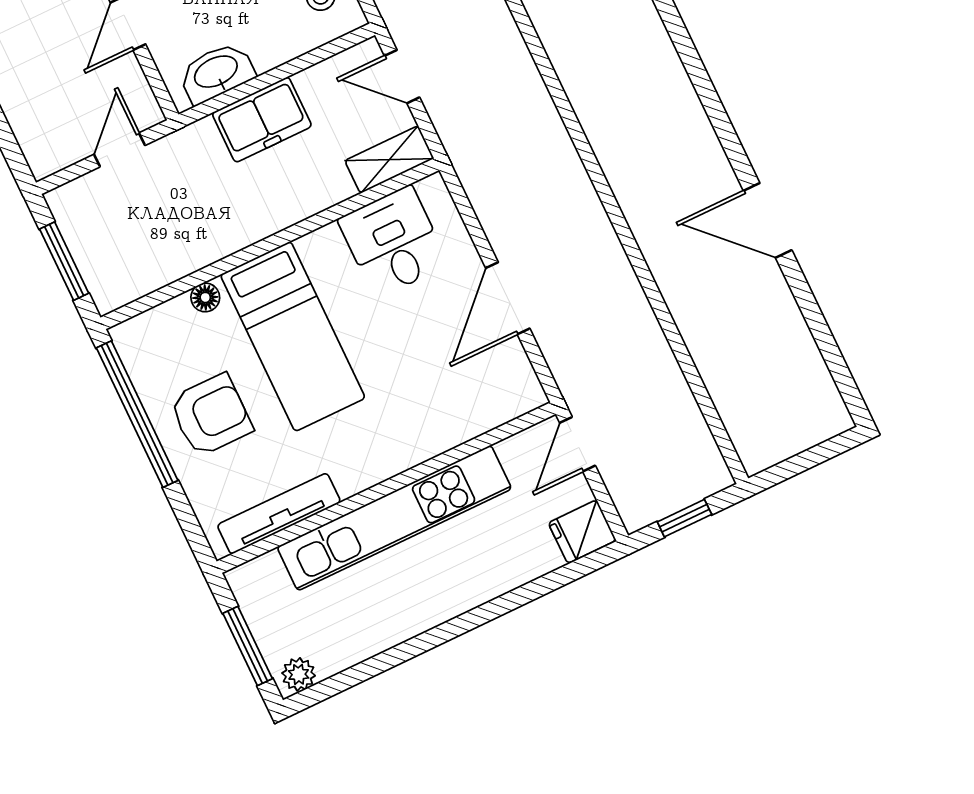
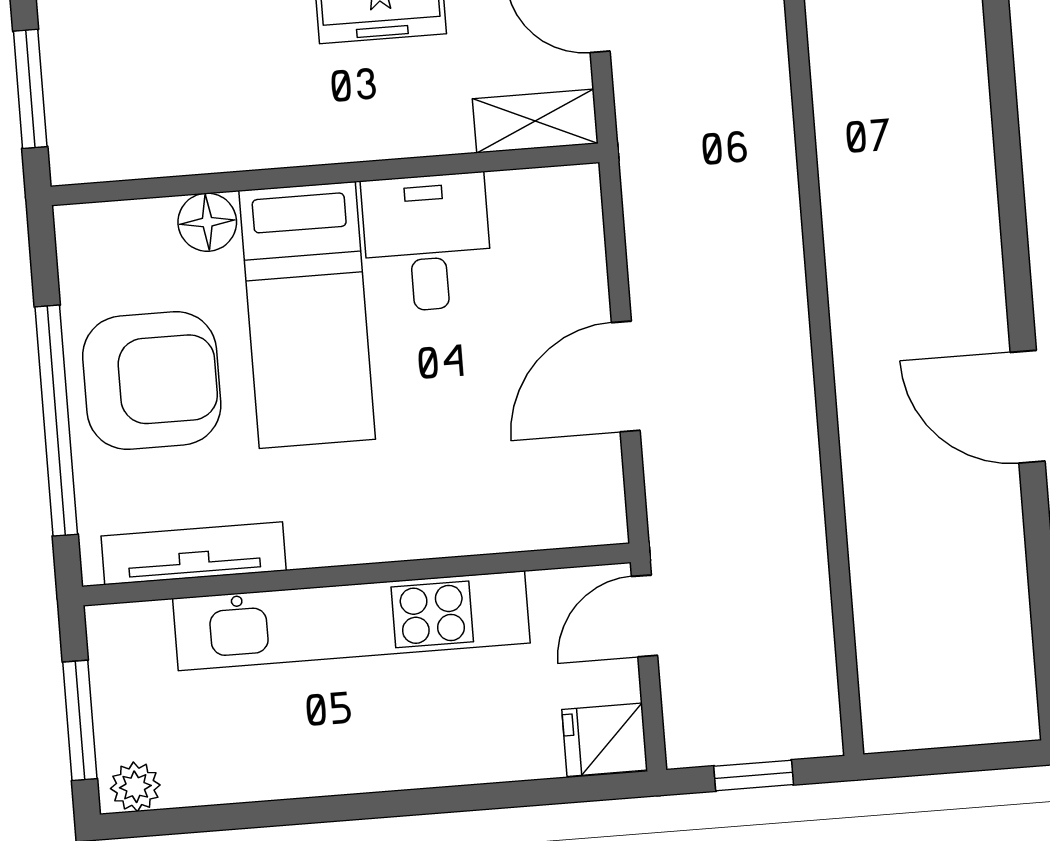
desk: (393, 242) -> (427, 243), moved
floor lamp: (205, 297) -> (207, 222), width x1.37, depth x1.37
window: (137, 414) -> (56, 421), moved
armchair: (211, 415) -> (152, 381), width x1.36, depth x1.36

